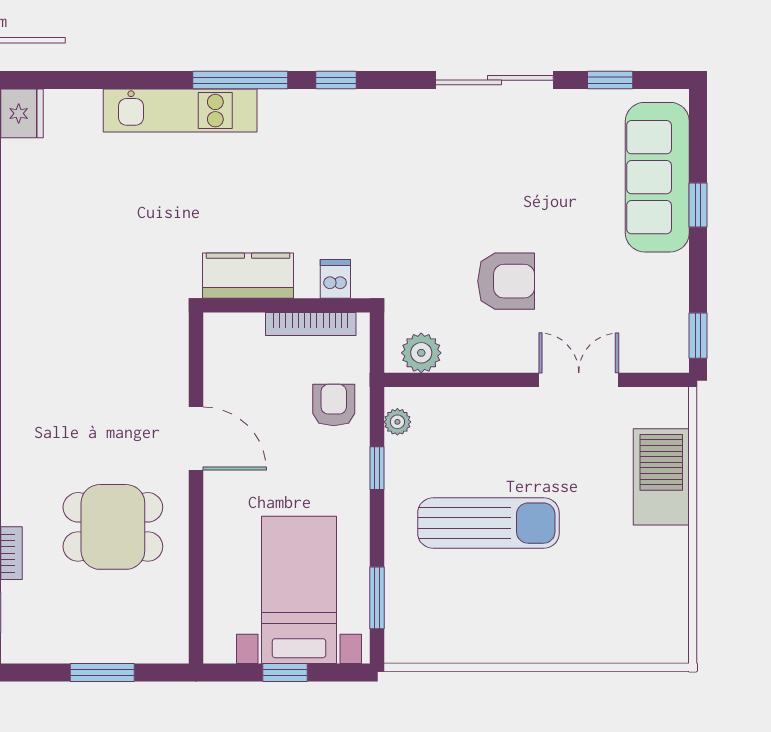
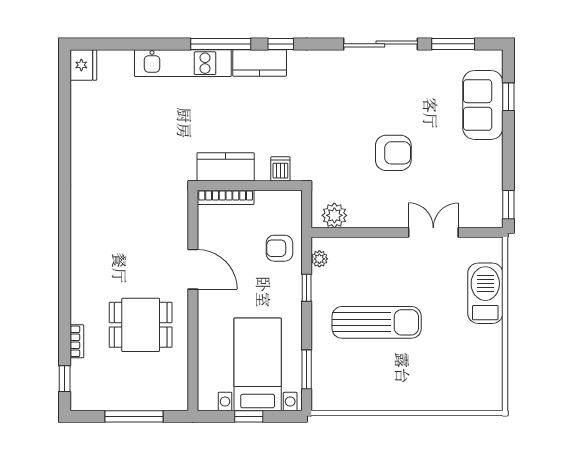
window: (610, 80) -> (453, 44), width x1.50
kitchen counter: (302, 110) -> (260, 63), added
sofa: (657, 177) -> (483, 105), width x0.73
window: (698, 205) -> (508, 97), moved
armchair: (506, 281) -> (393, 153), moved
bookcase: (311, 324) -> (226, 197), moved
armchair: (334, 405) -> (279, 248), turned -90
window: (102, 673) -> (134, 416), width x1.44

